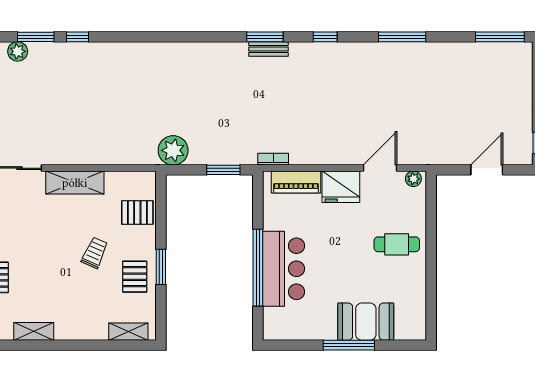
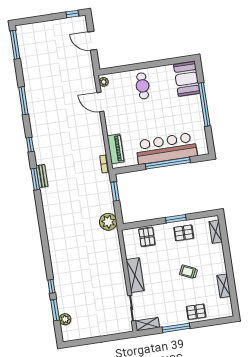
fridge: (341, 187) -> (114, 123), removed
trolley: (95, 253) -> (189, 272), moved
bar counter: (284, 269) -> (166, 148), width x1.36
booth: (366, 322) -> (187, 79), moved
window: (349, 345) -> (204, 104), width x1.46

